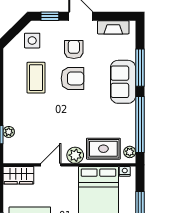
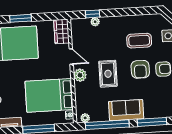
sofa: (123, 82) -> (126, 110), moved
rug: (103, 149) -> (108, 74), moved

